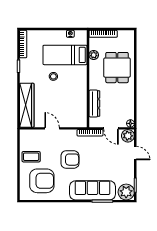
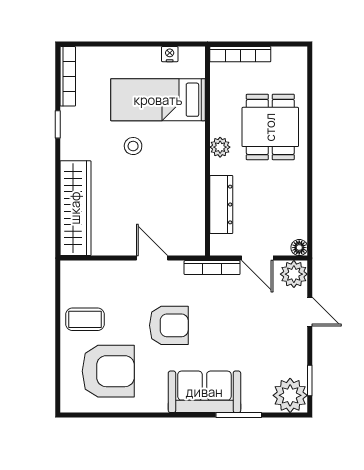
plant: (94, 55) -> (220, 147), moved
door: (52, 128) -> (152, 258), moved
sofa: (93, 190) -> (204, 392), width x0.73

